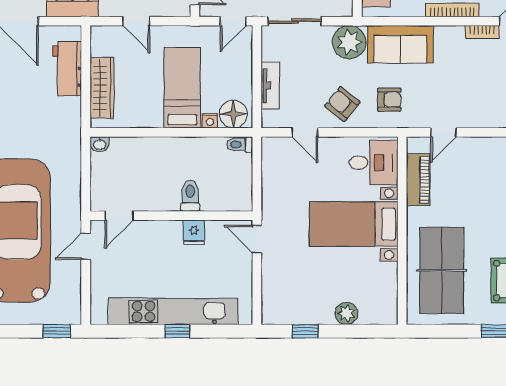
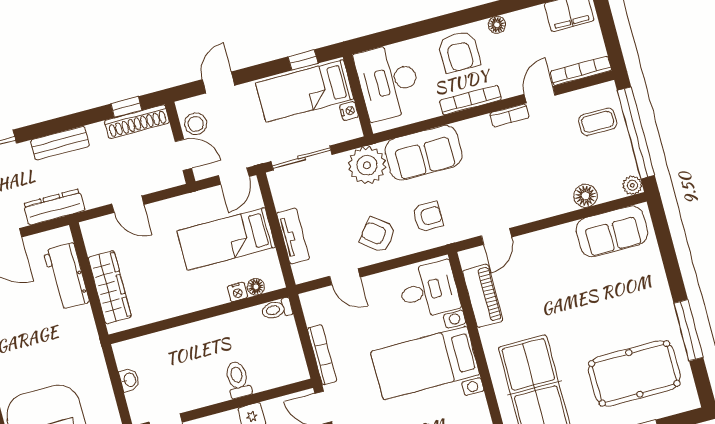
bed: (182, 88) -> (226, 239), moved, turned -90
floor lamp: (233, 114) -> (256, 287), width x0.53, depth x0.53
washbasin: (100, 144) -> (129, 380), moved, turned -90
bookcase: (268, 194) -> (322, 355), added

